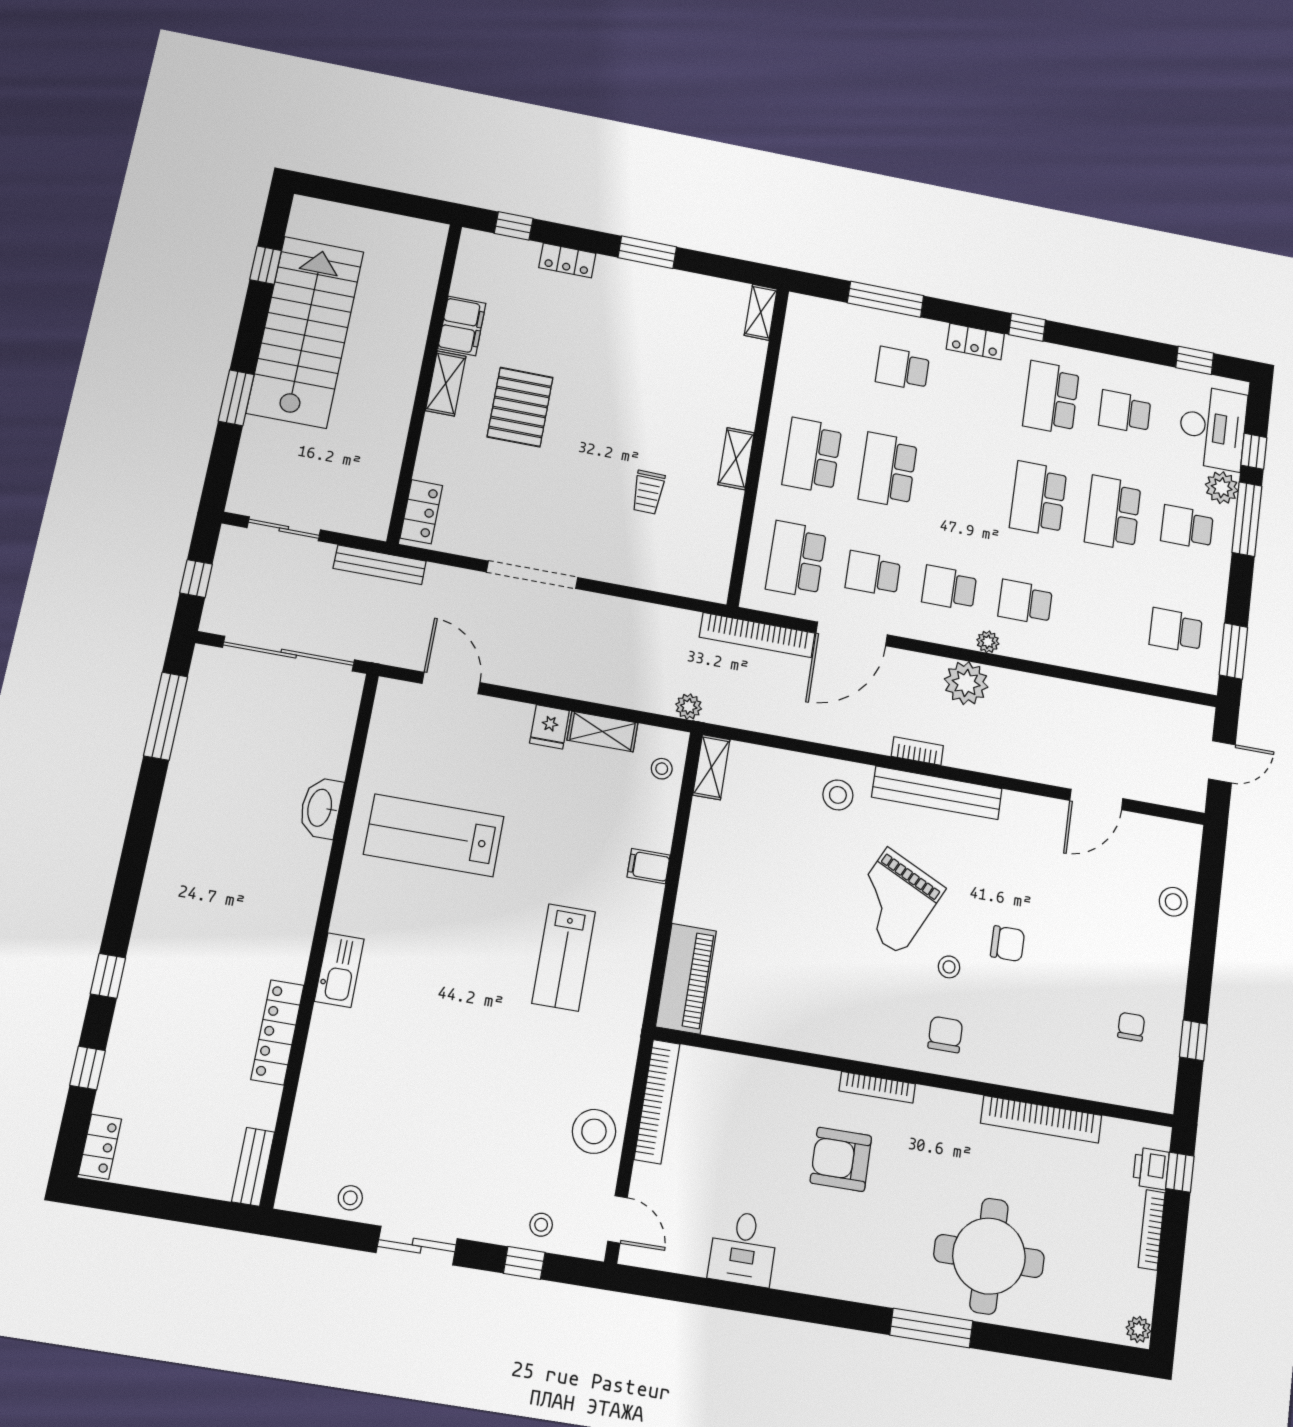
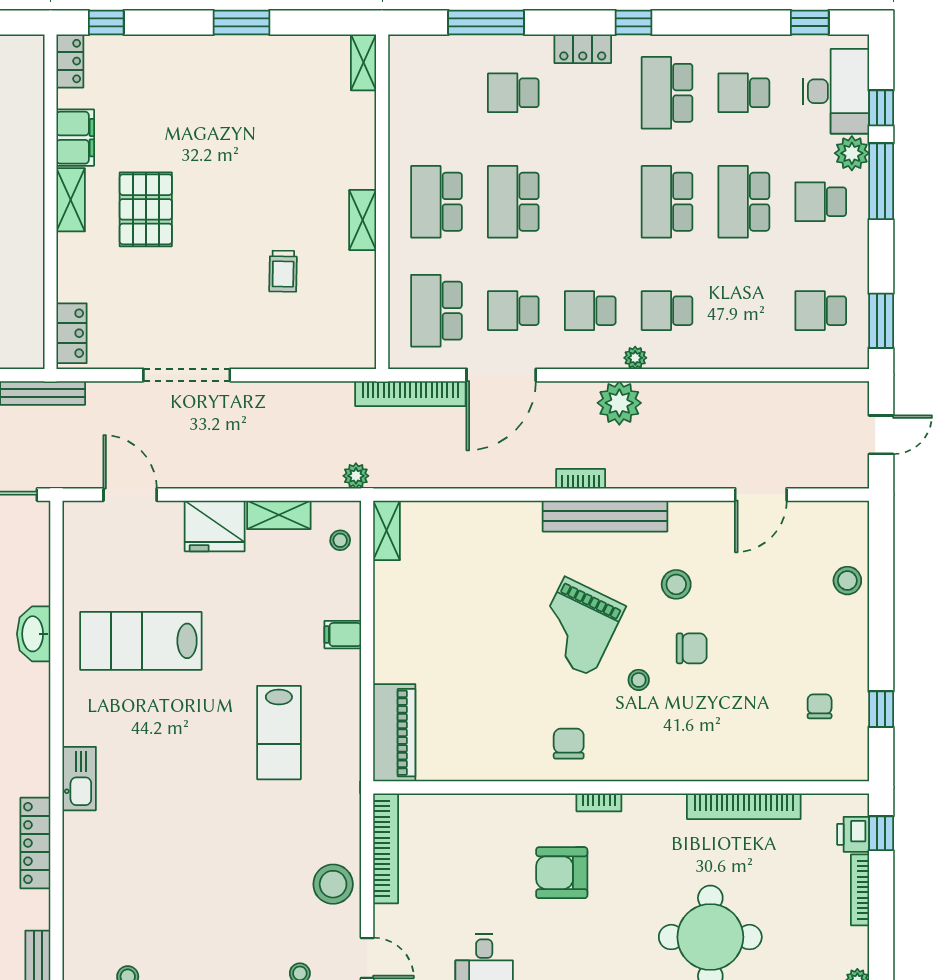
locker: (567, 260) -> (70, 61), moved, turned -90
fridge: (550, 727) -> (215, 526), width x1.88, depth x1.34
stool: (838, 795) -> (676, 584), moved
chair: (945, 1034) -> (569, 744), moved
bookcase: (877, 1087) -> (599, 802), width x0.64

